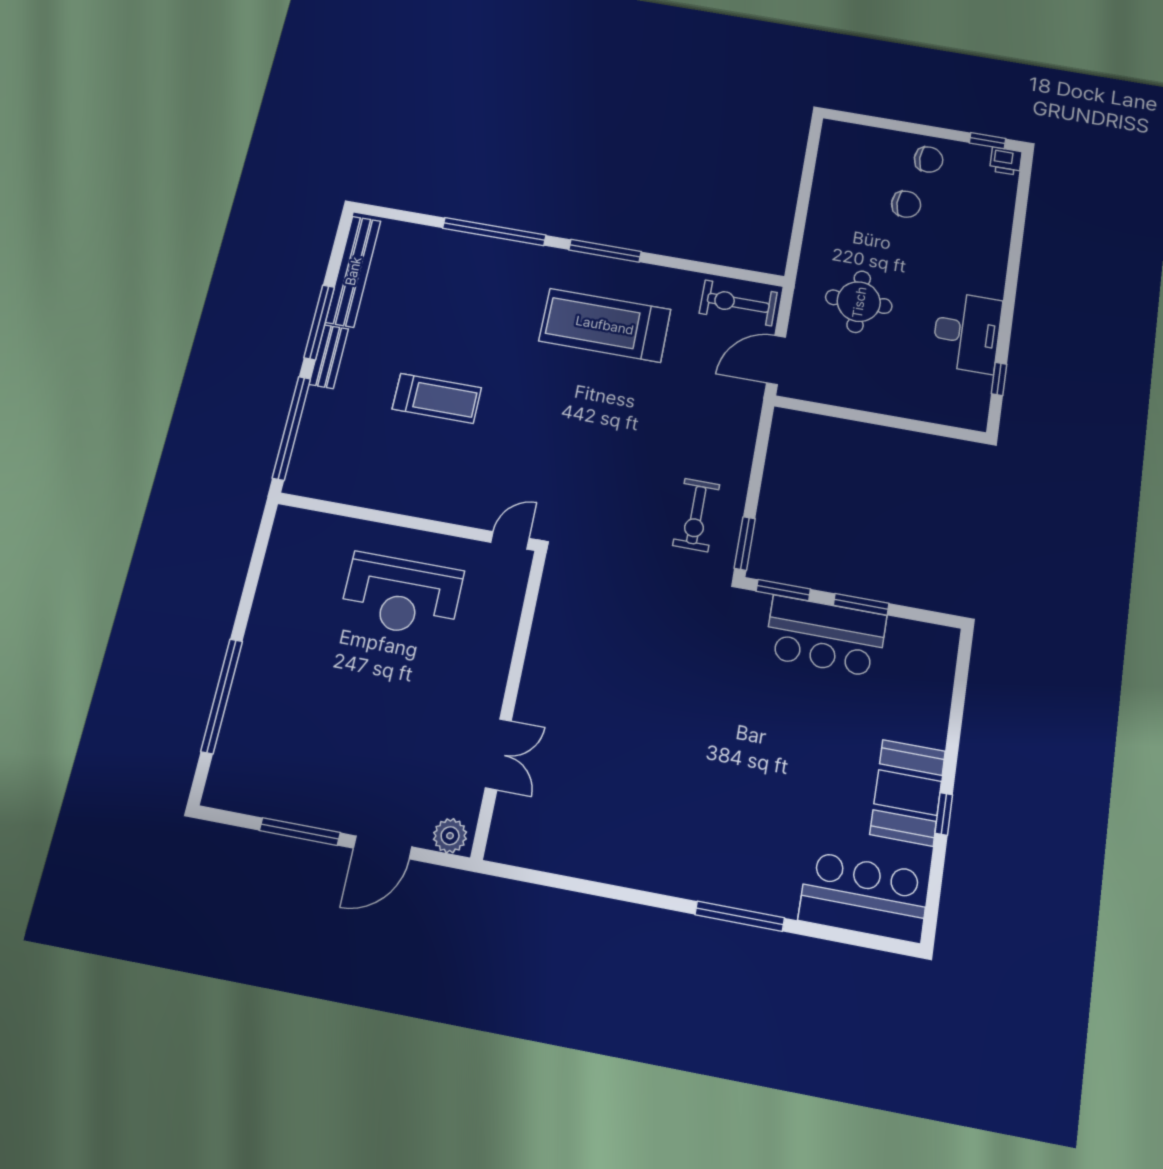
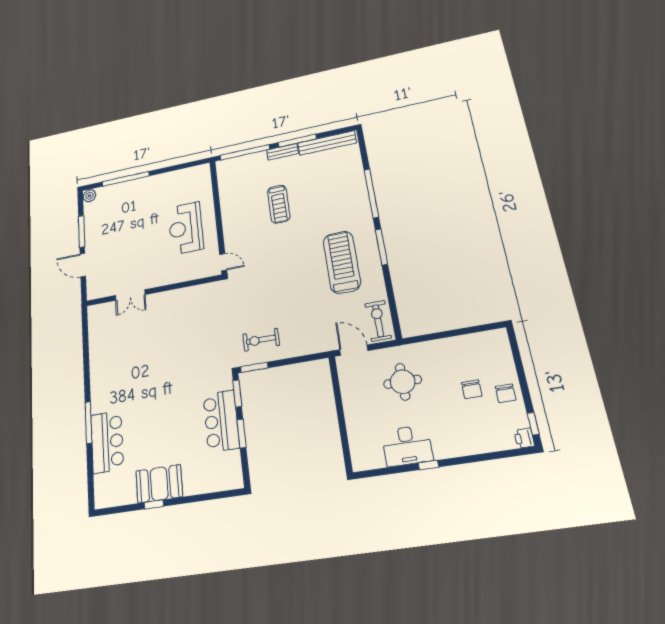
window: (999, 379) -> (428, 465), moved
plant: (450, 836) -> (89, 196), moved
bar counter: (864, 897) -> (107, 442), moved

